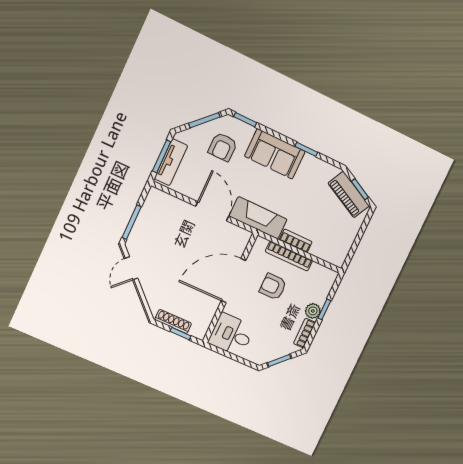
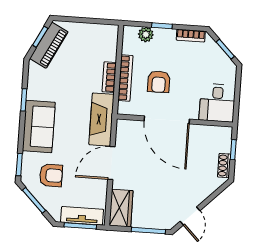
wardrobe: (164, 204) -> (121, 208), added
door: (131, 268) -> (190, 216), hinge flipped
plant: (313, 311) -> (146, 34), moved
shoe rack: (173, 321) -> (224, 166), width x0.70

